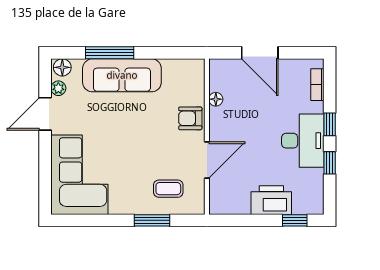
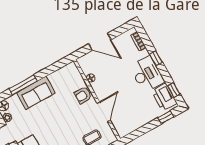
sofa: (122, 75) -> (36, 93), width x0.73
window: (330, 163) -> (174, 90), moved
printer: (271, 200) -> (164, 97), moved, turned -90

